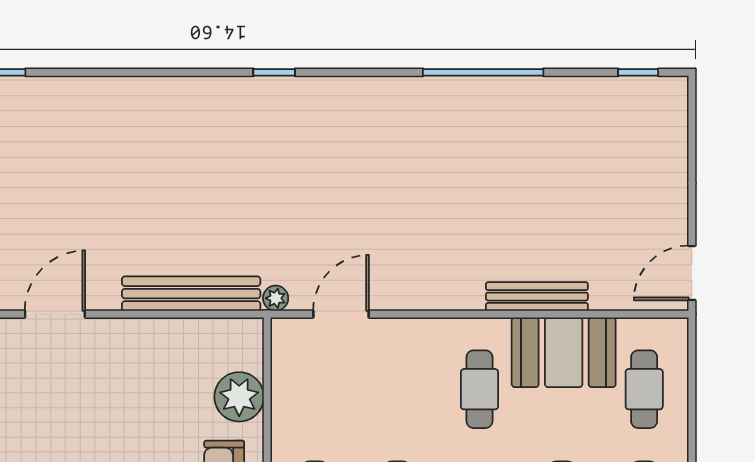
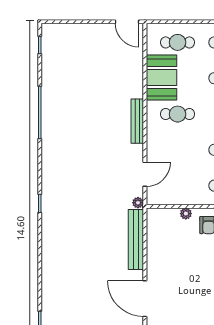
bench: (537, 297) -> (137, 121), moved
door: (55, 314) -> (145, 299), width x1.36
door: (341, 314) -> (145, 174), swing flipped
plant: (239, 397) -> (186, 214), width x0.53, depth x0.53

